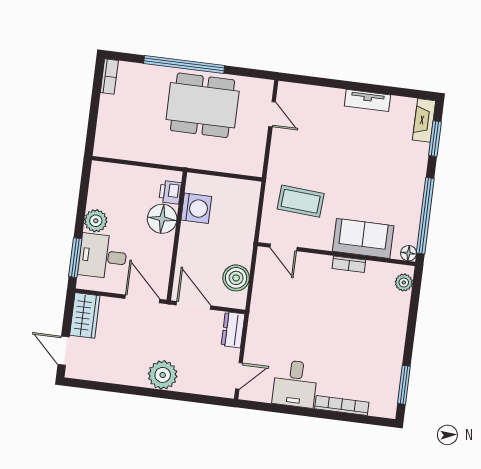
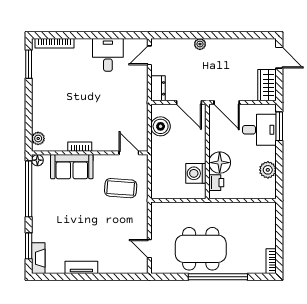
plant: (96, 221) -> (268, 170), moved
plant: (163, 375) -> (200, 44), width x0.53, depth x0.53
bookcase: (342, 406) -> (54, 43), moved

